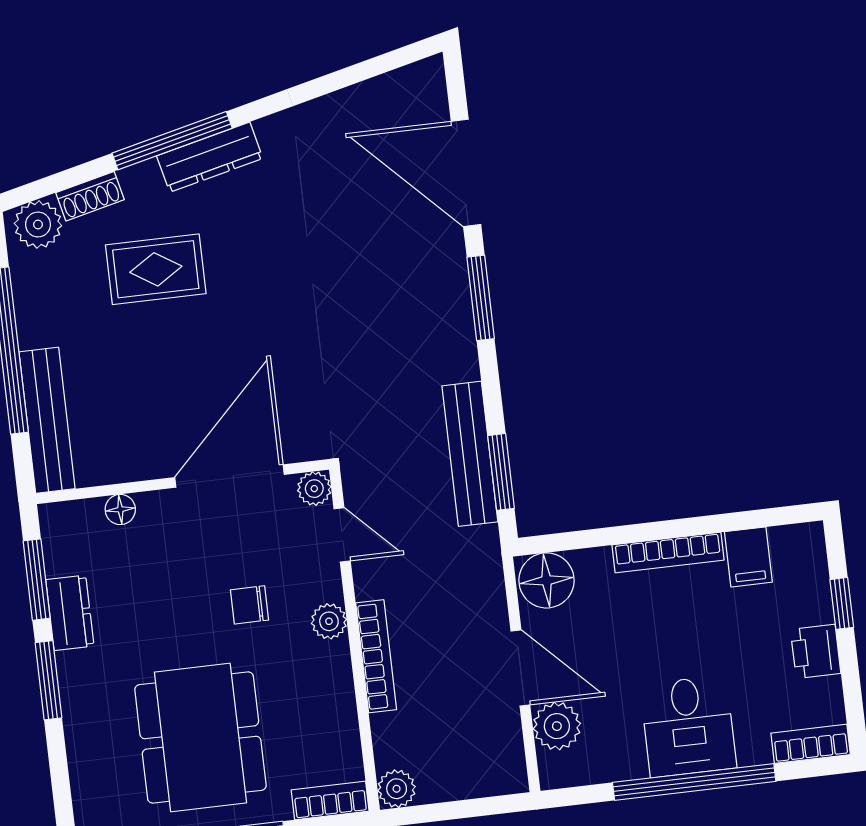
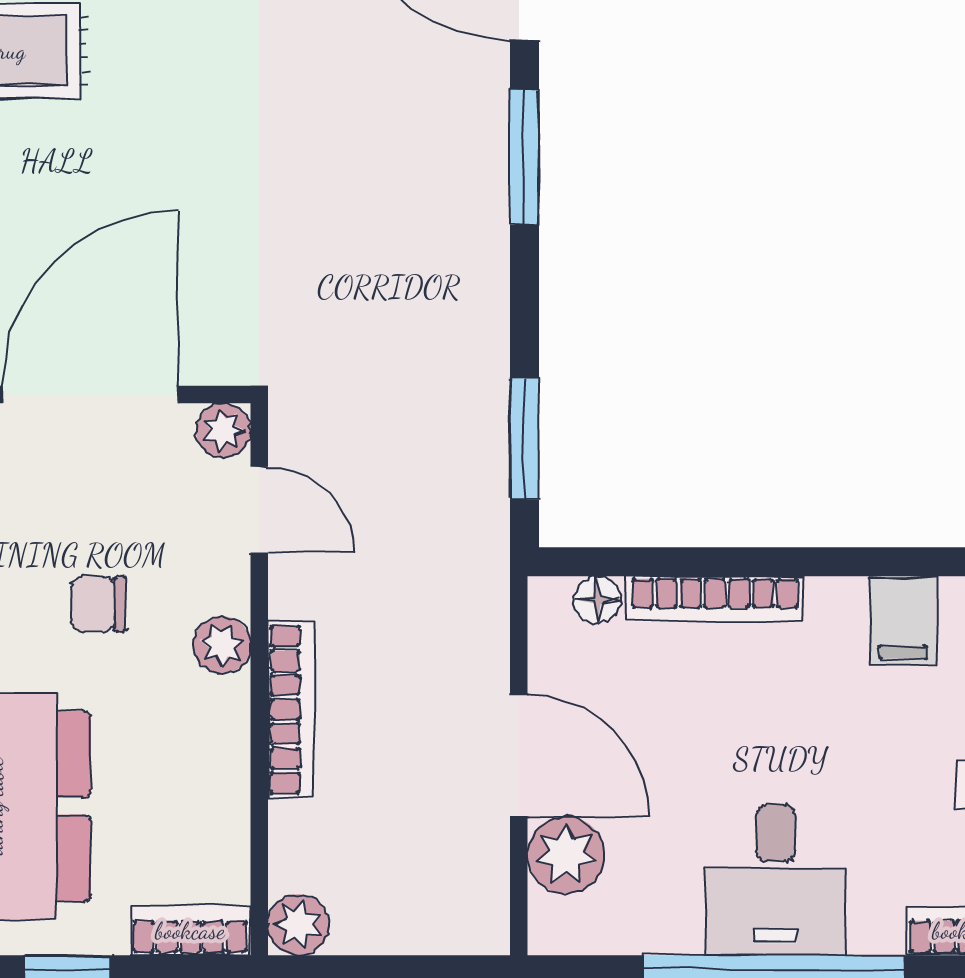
bench: (470, 454) -> (478, 404), removed
bookcase: (668, 552) -> (715, 599), moved
floor lamp: (546, 580) -> (597, 600), width x0.53, depth x0.53

